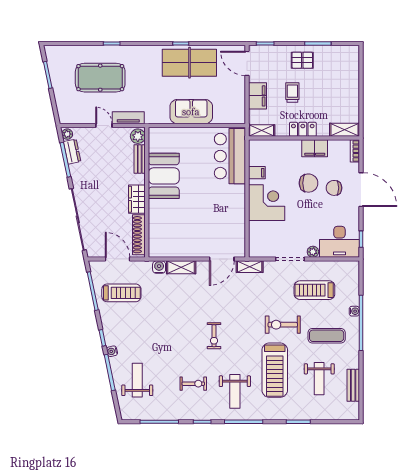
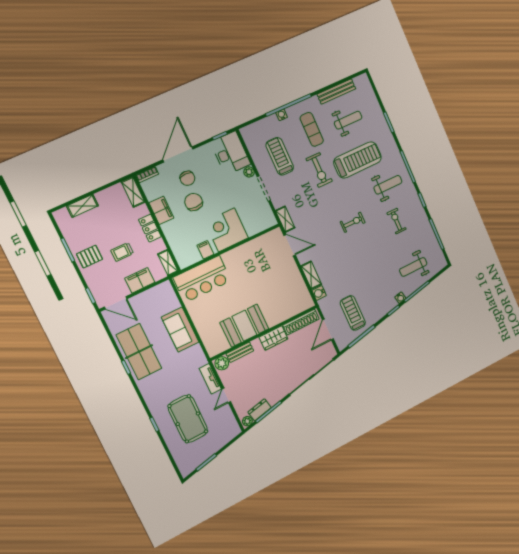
pallet: (302, 60) -> (90, 257), turned 90
door: (247, 63) -> (116, 303), hinge flipped
shelving: (353, 77) -> (82, 206), added
treadmill: (314, 290) -> (280, 156), turned 180
bench: (353, 385) -> (336, 92), width x1.36

